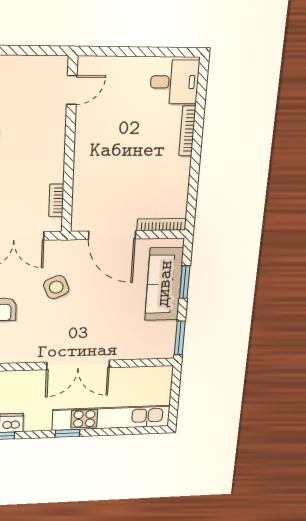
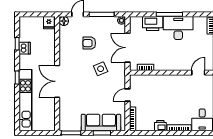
door: (72, 90) -> (198, 73), swing flipped
printer: (180, 169) -> (160, 126), added
door: (112, 235) -> (127, 95), width x0.53

